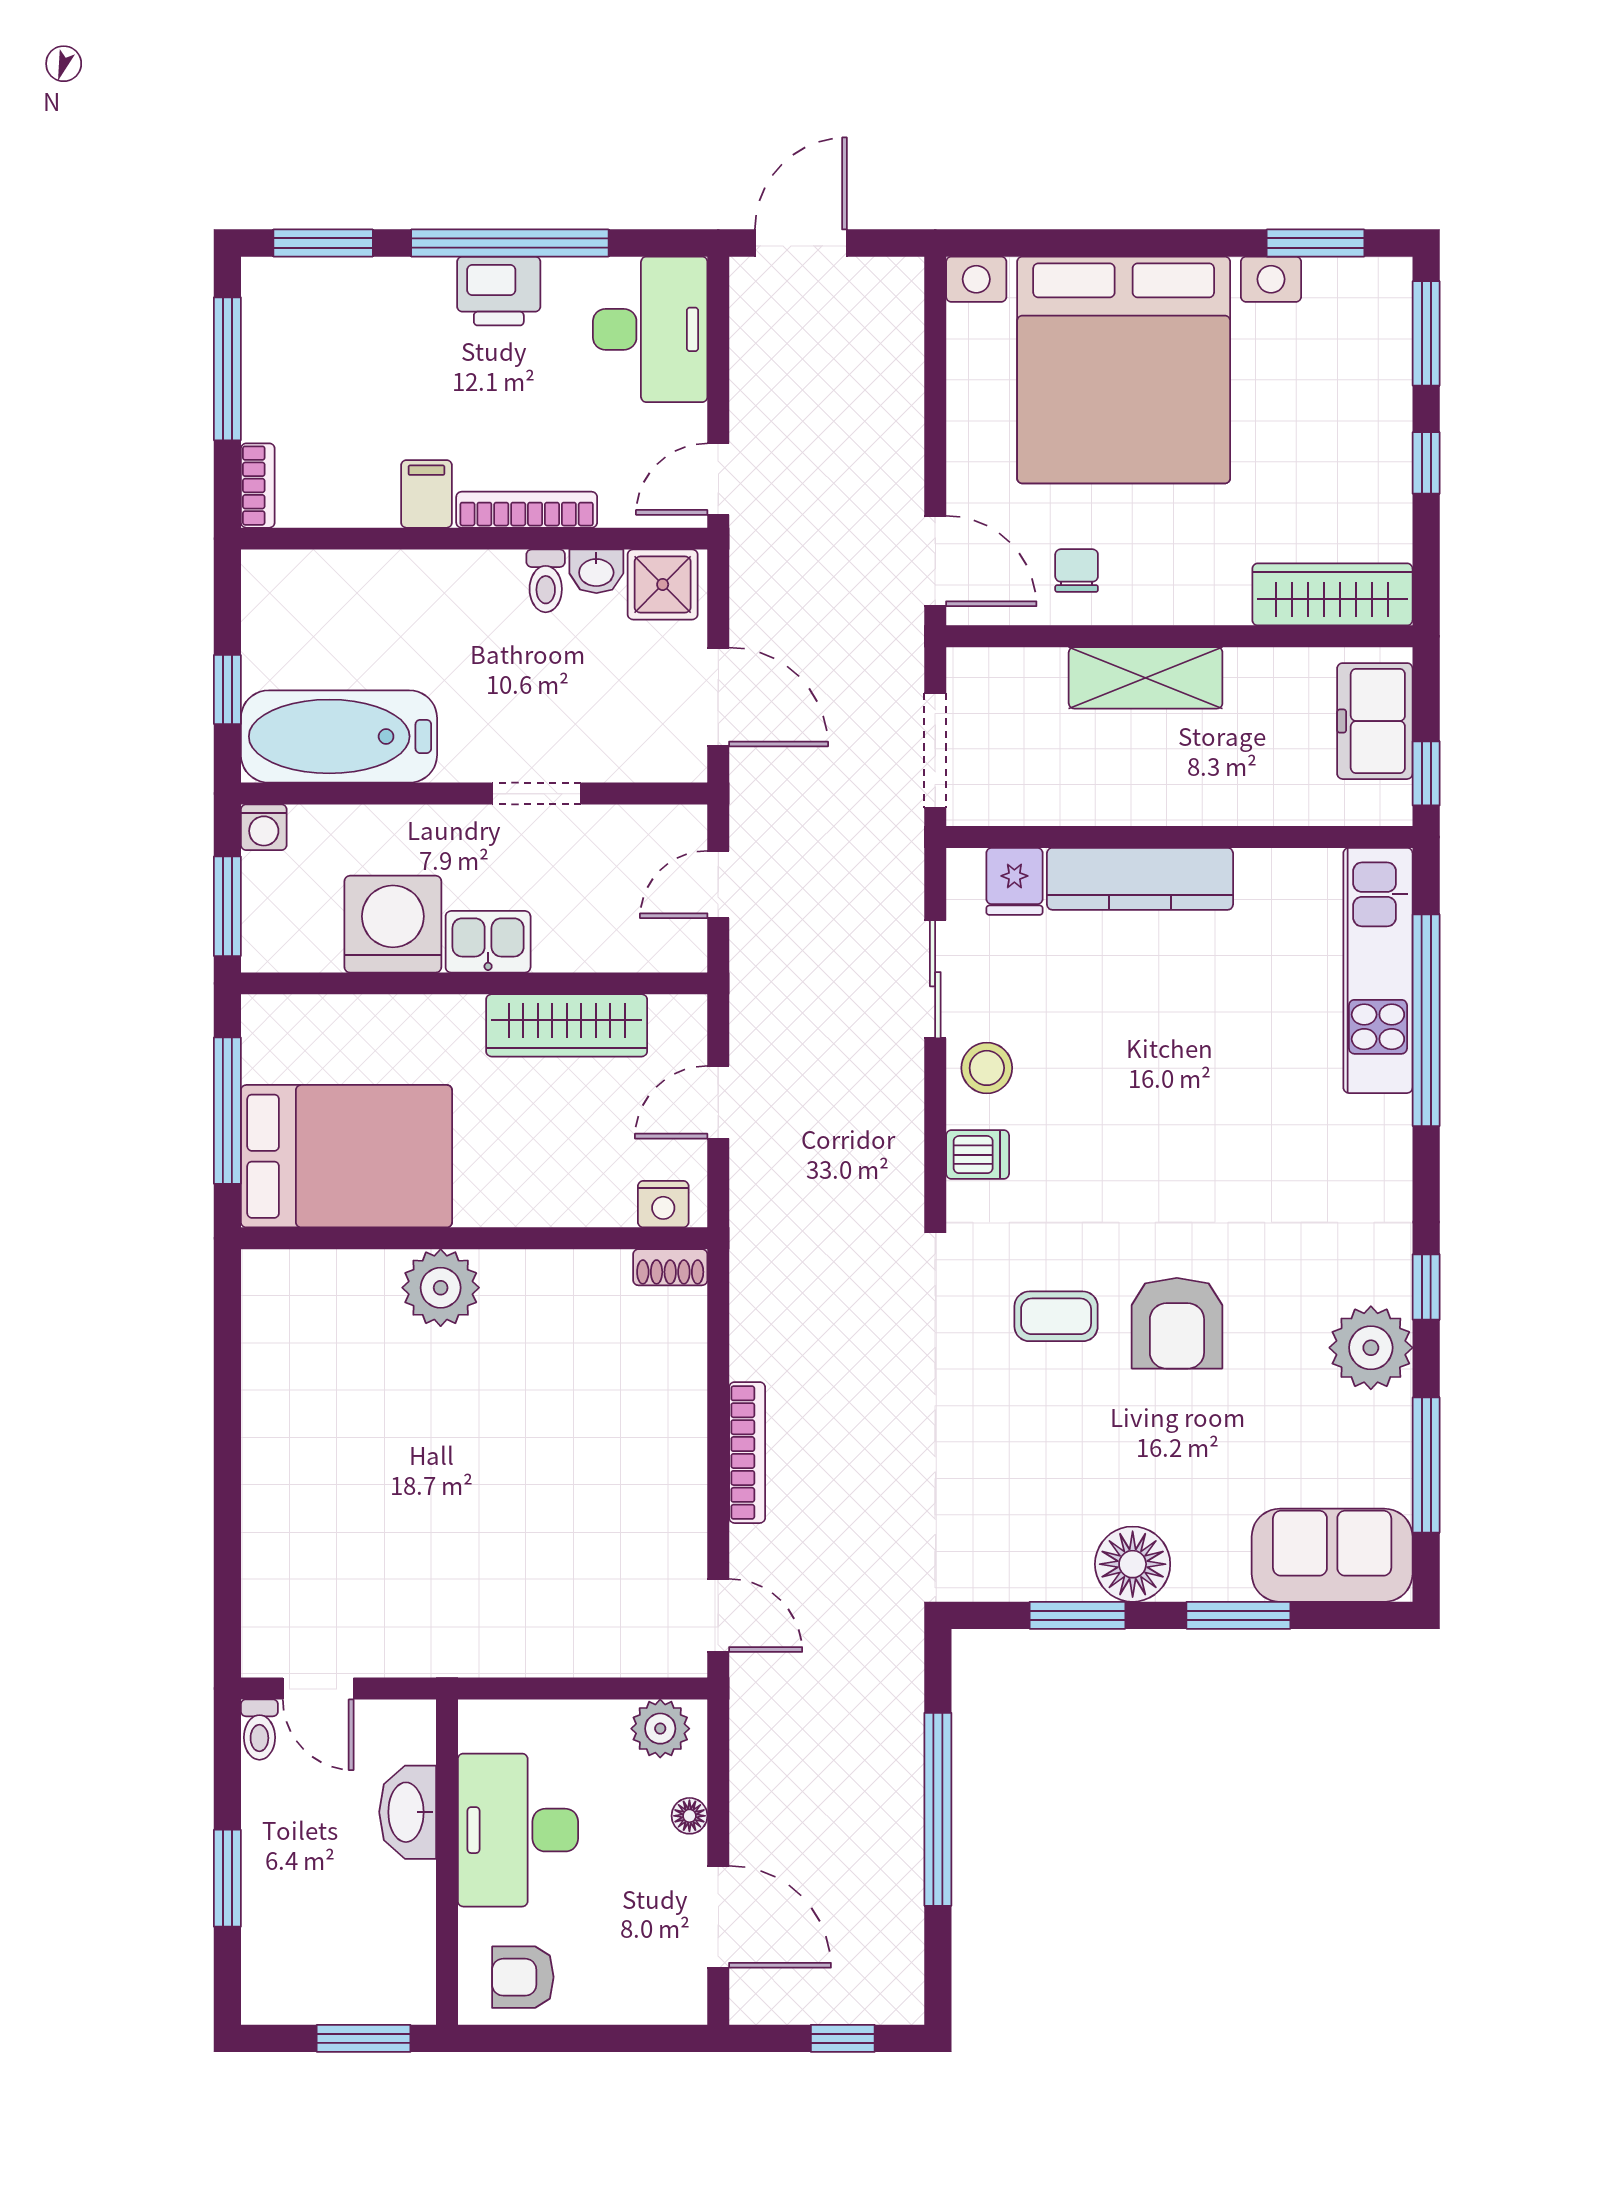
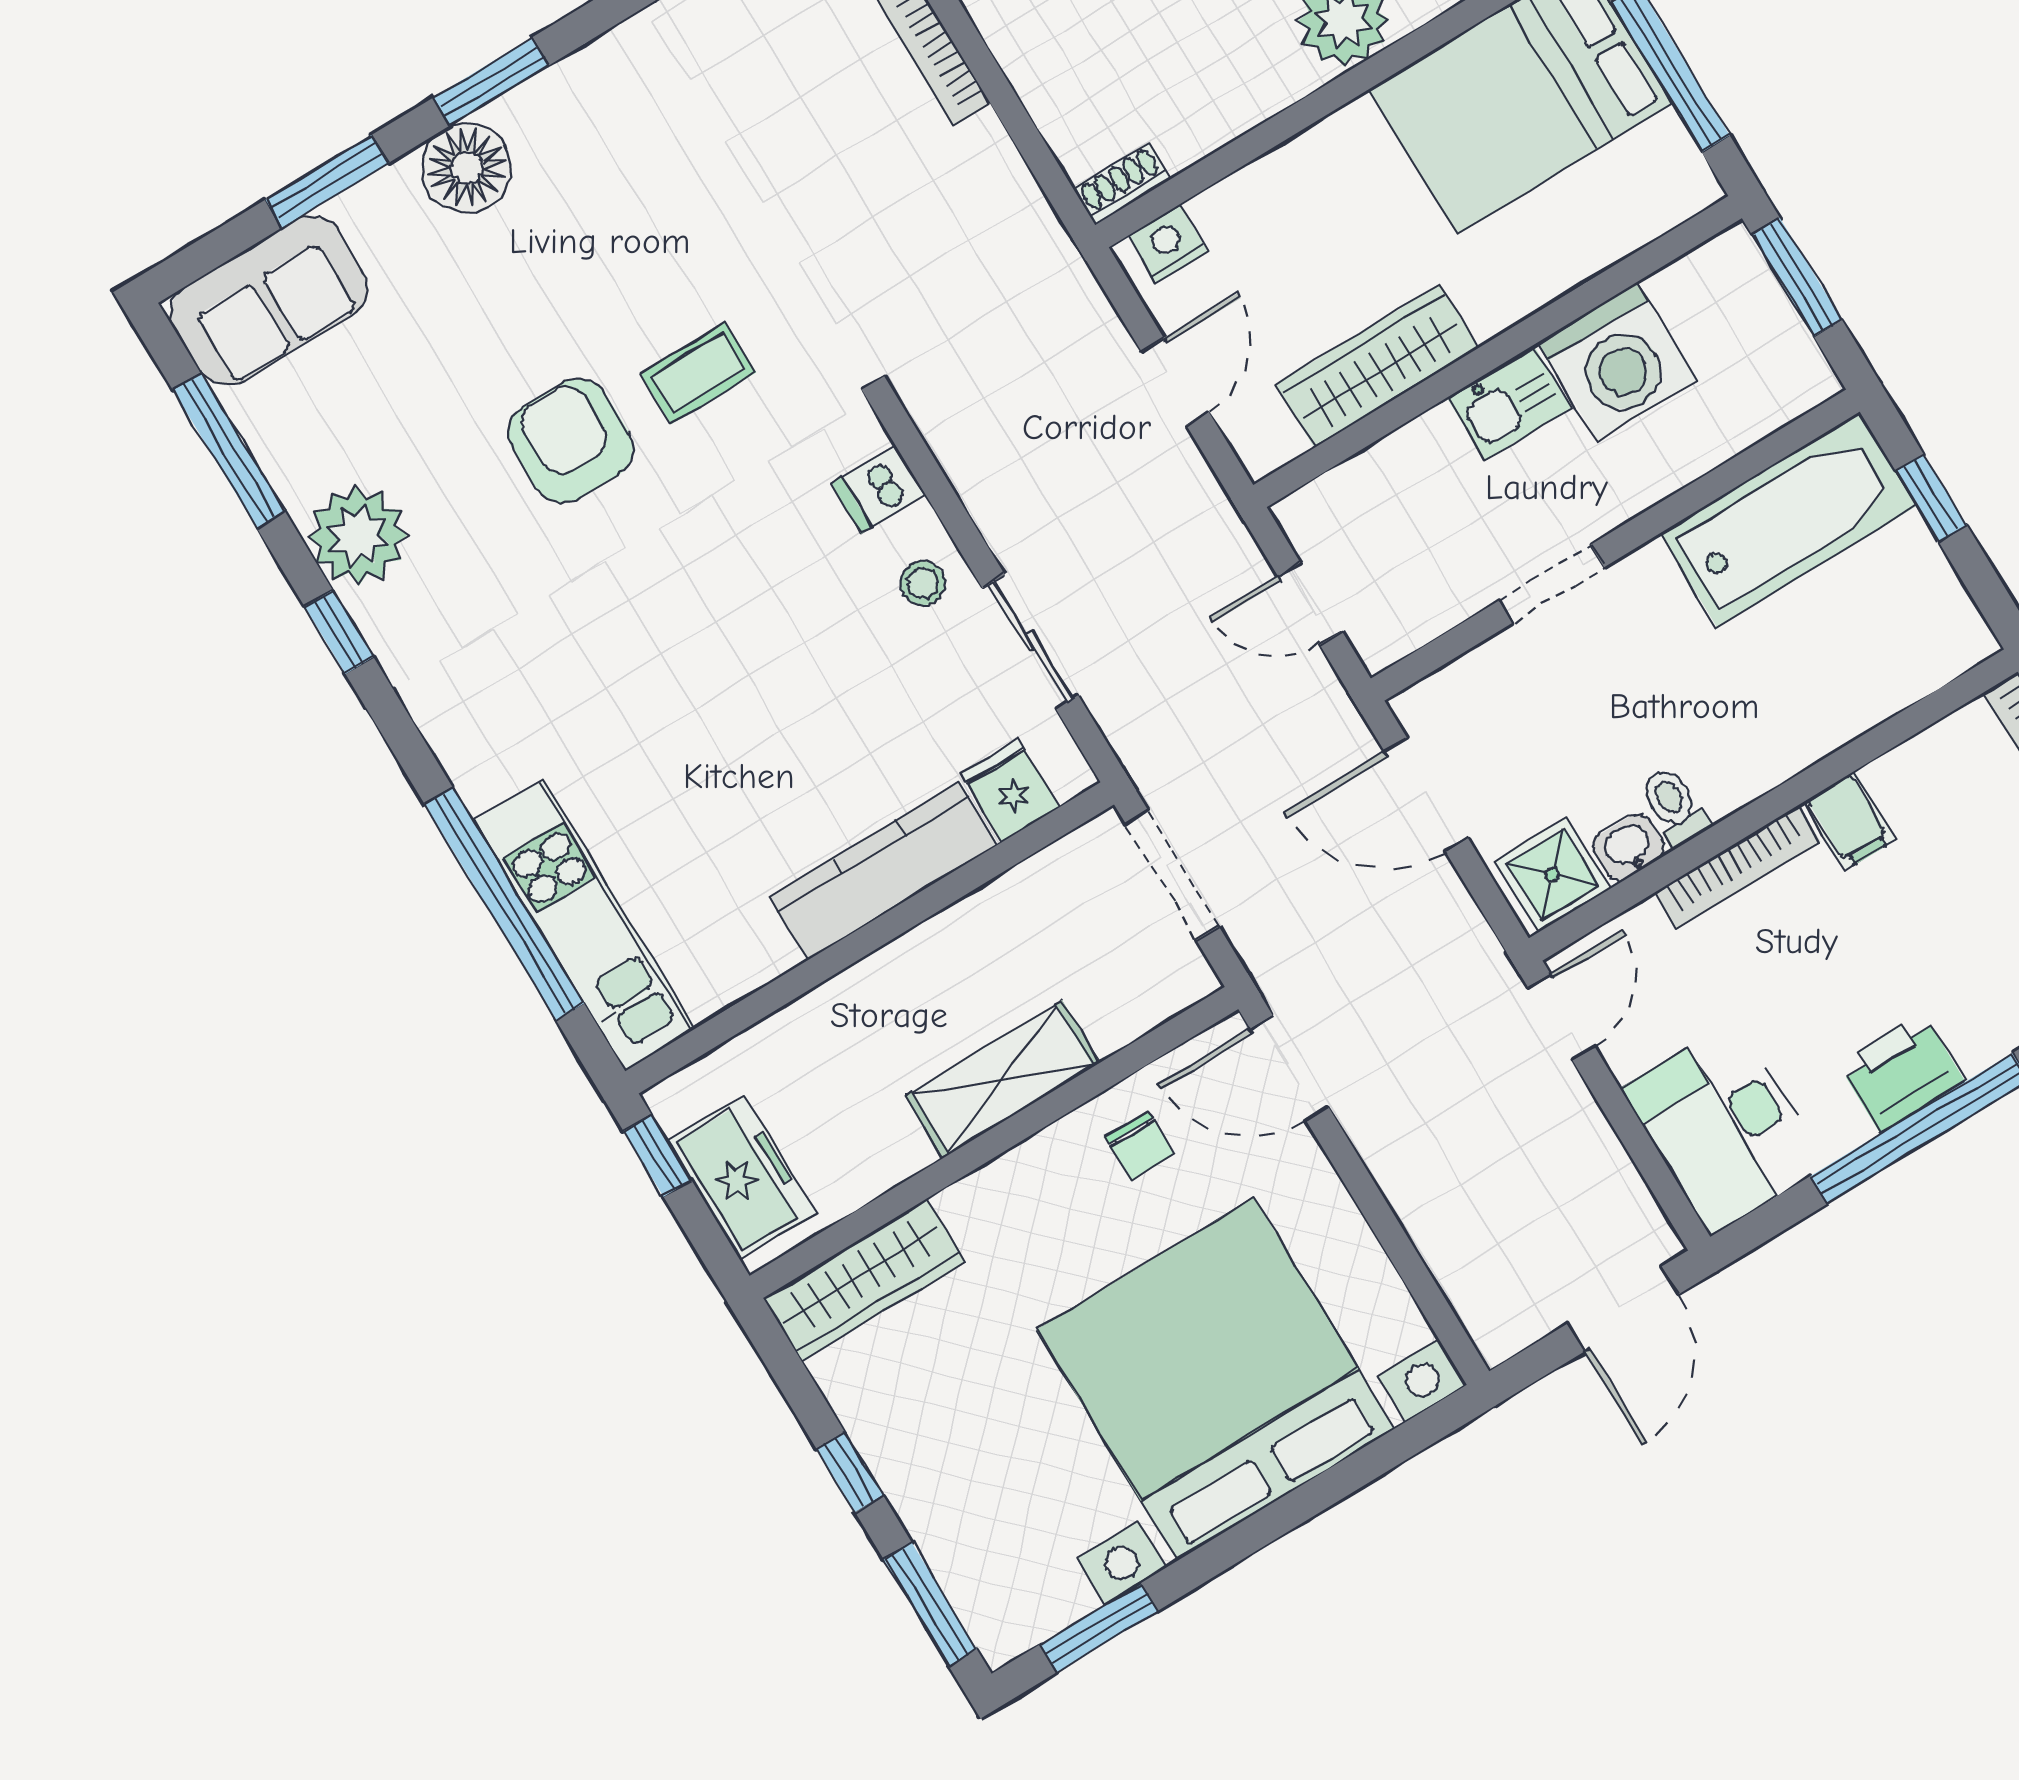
washing machine: (264, 827) -> (1809, 380), removed
door: (718, 885) -> (1310, 604), swing flipped
stool: (987, 1068) -> (923, 583), width x0.73, depth x0.73

